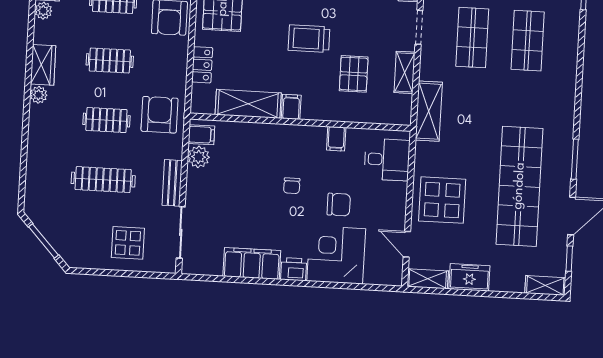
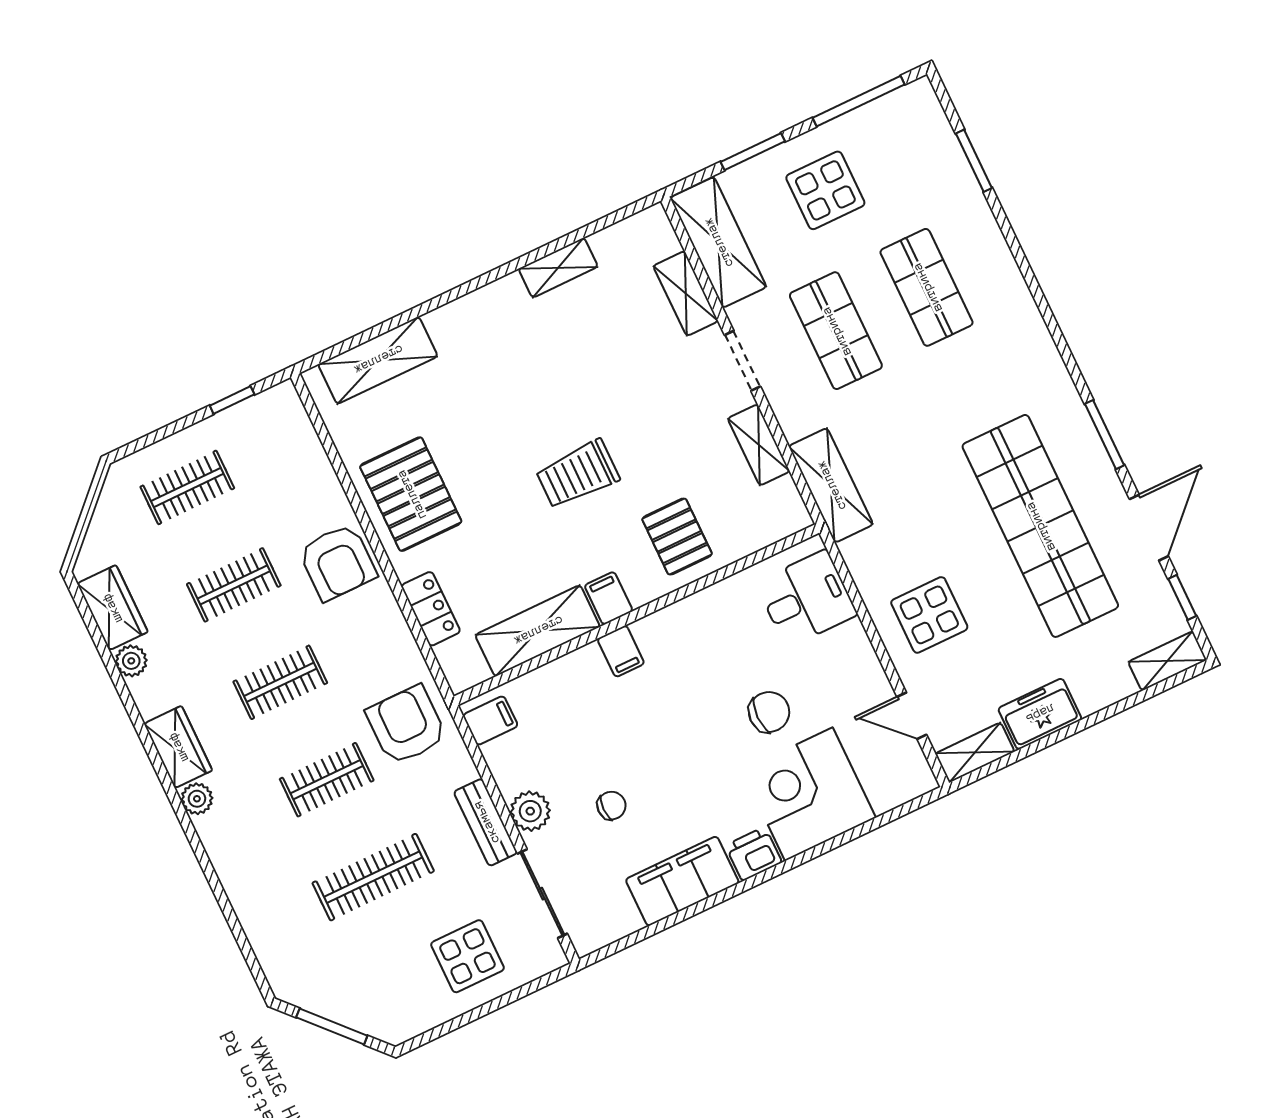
pallet: (354, 74) -> (677, 537), moved
filing cabinet: (336, 139) -> (621, 651), moved
plant: (199, 157) -> (530, 811), moved
chair: (292, 186) -> (611, 806), moved, turned -90
display table: (442, 200) -> (929, 615), width x0.73, depth x0.73

